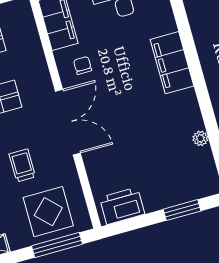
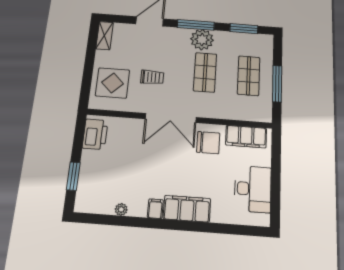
chair: (83, 65) -> (208, 143), width x1.87, depth x1.87
filing cabinet: (185, 99) -> (155, 209), added
window: (57, 245) -> (87, 81), removed

